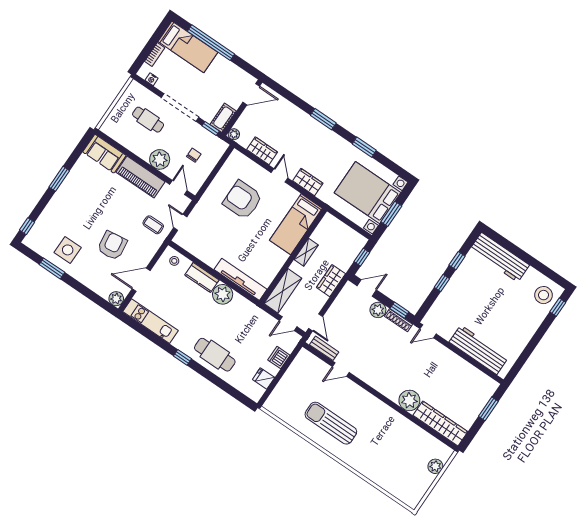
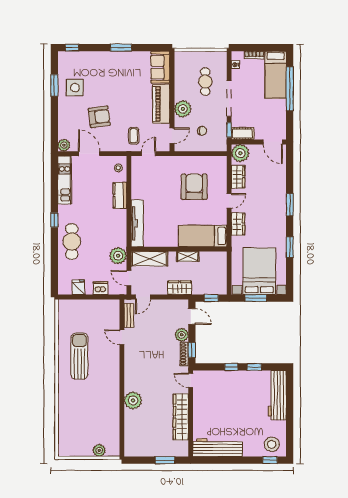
plant: (234, 134) -> (240, 153), width x1.88, depth x1.88
plant: (223, 294) -> (118, 256), moved
workbench: (479, 350) -> (218, 448), moved, turned -90
wardrobe: (440, 423) -> (181, 417), moved, turned 180

